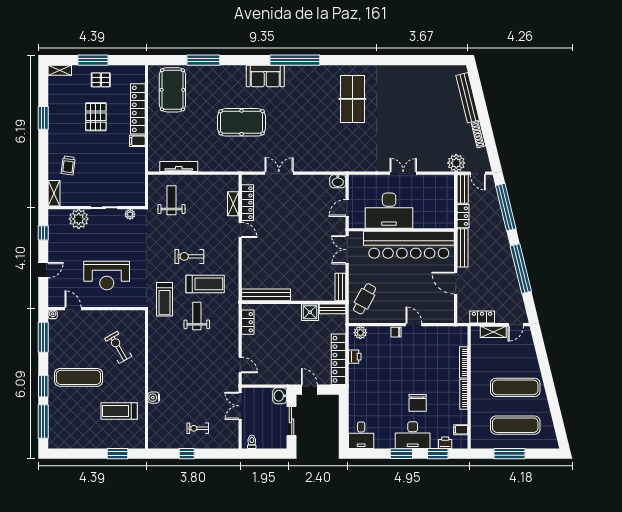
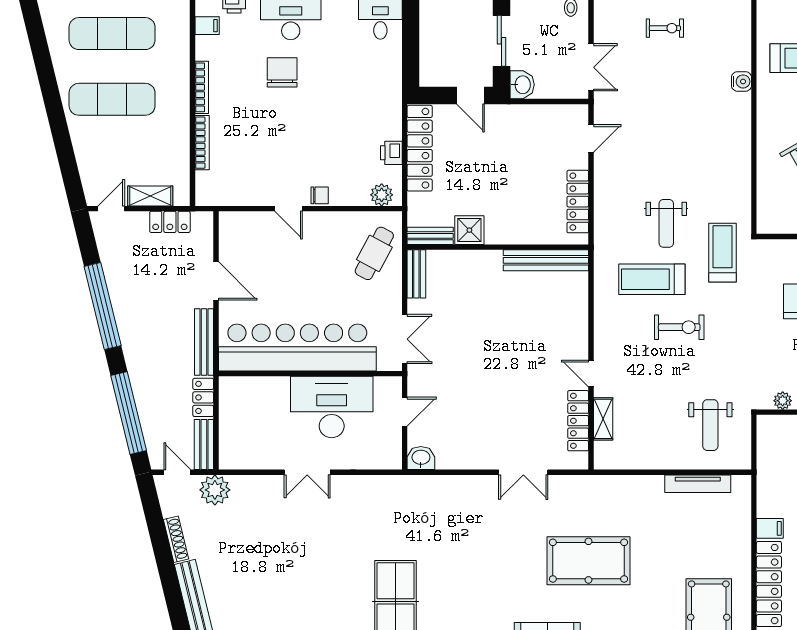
locker: (248, 322) -> (578, 202), width x1.53
door: (240, 365) -> (591, 138), swing flipped

